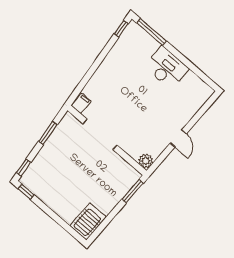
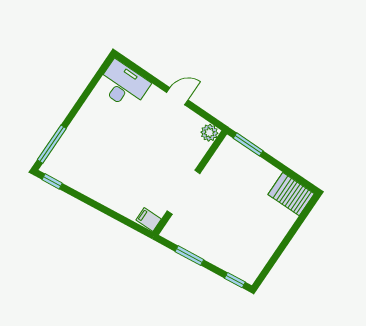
desk: (166, 68) -> (123, 85), moved, turned 90
window: (26, 192) -> (264, 274), removed

